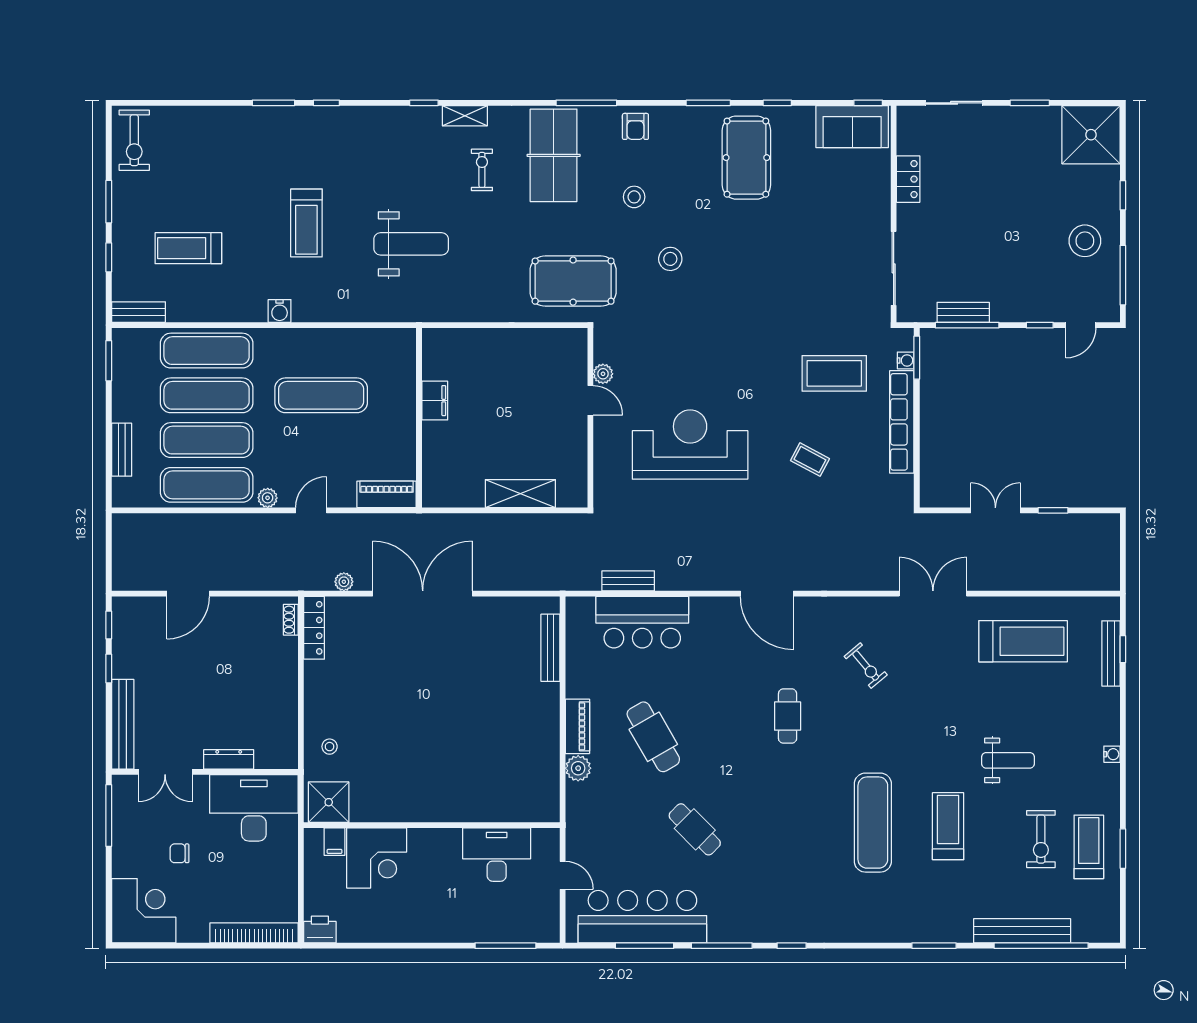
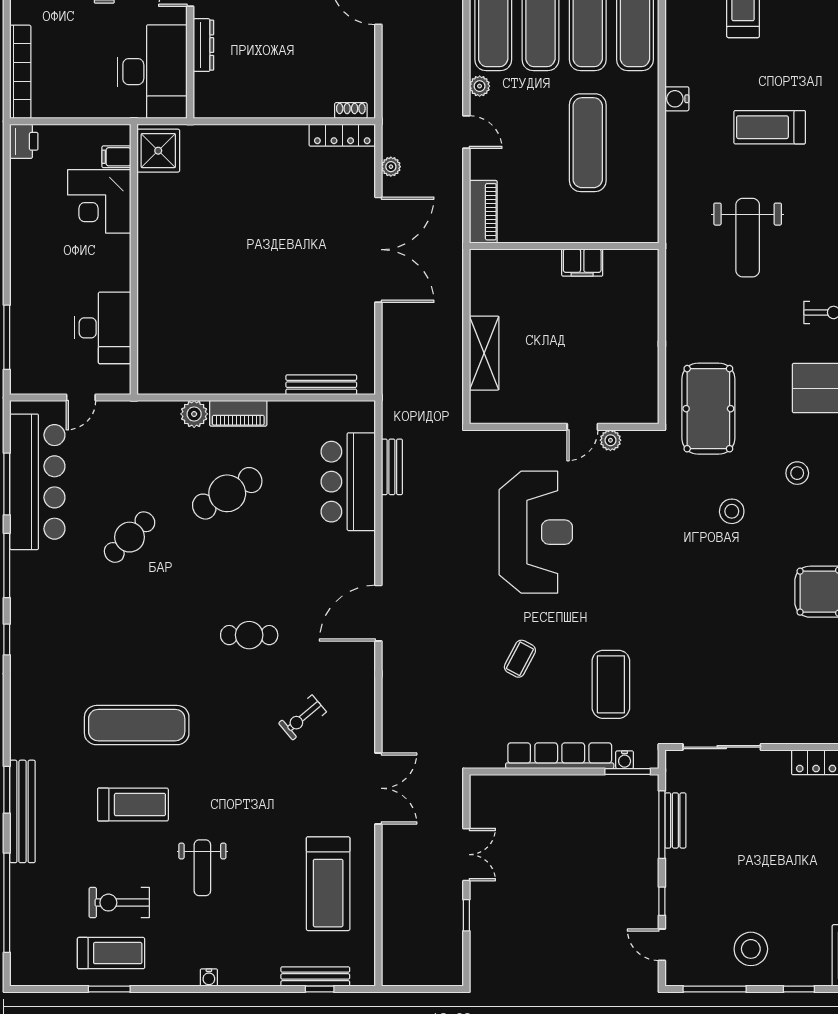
stool: (330, 747) -> (217, 152), removed
bench: (1022, 931) -> (22, 811), moved

